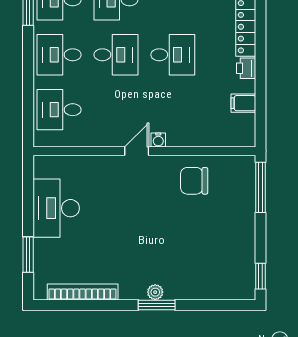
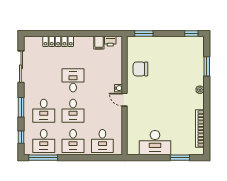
desk: (116, 55) -> (73, 111), turned 180
printer: (246, 68) -> (110, 41), moved
chair: (194, 181) -> (140, 69), turned 90
window: (261, 187) -> (144, 33), width x0.69
window: (157, 305) -> (207, 66), moved

